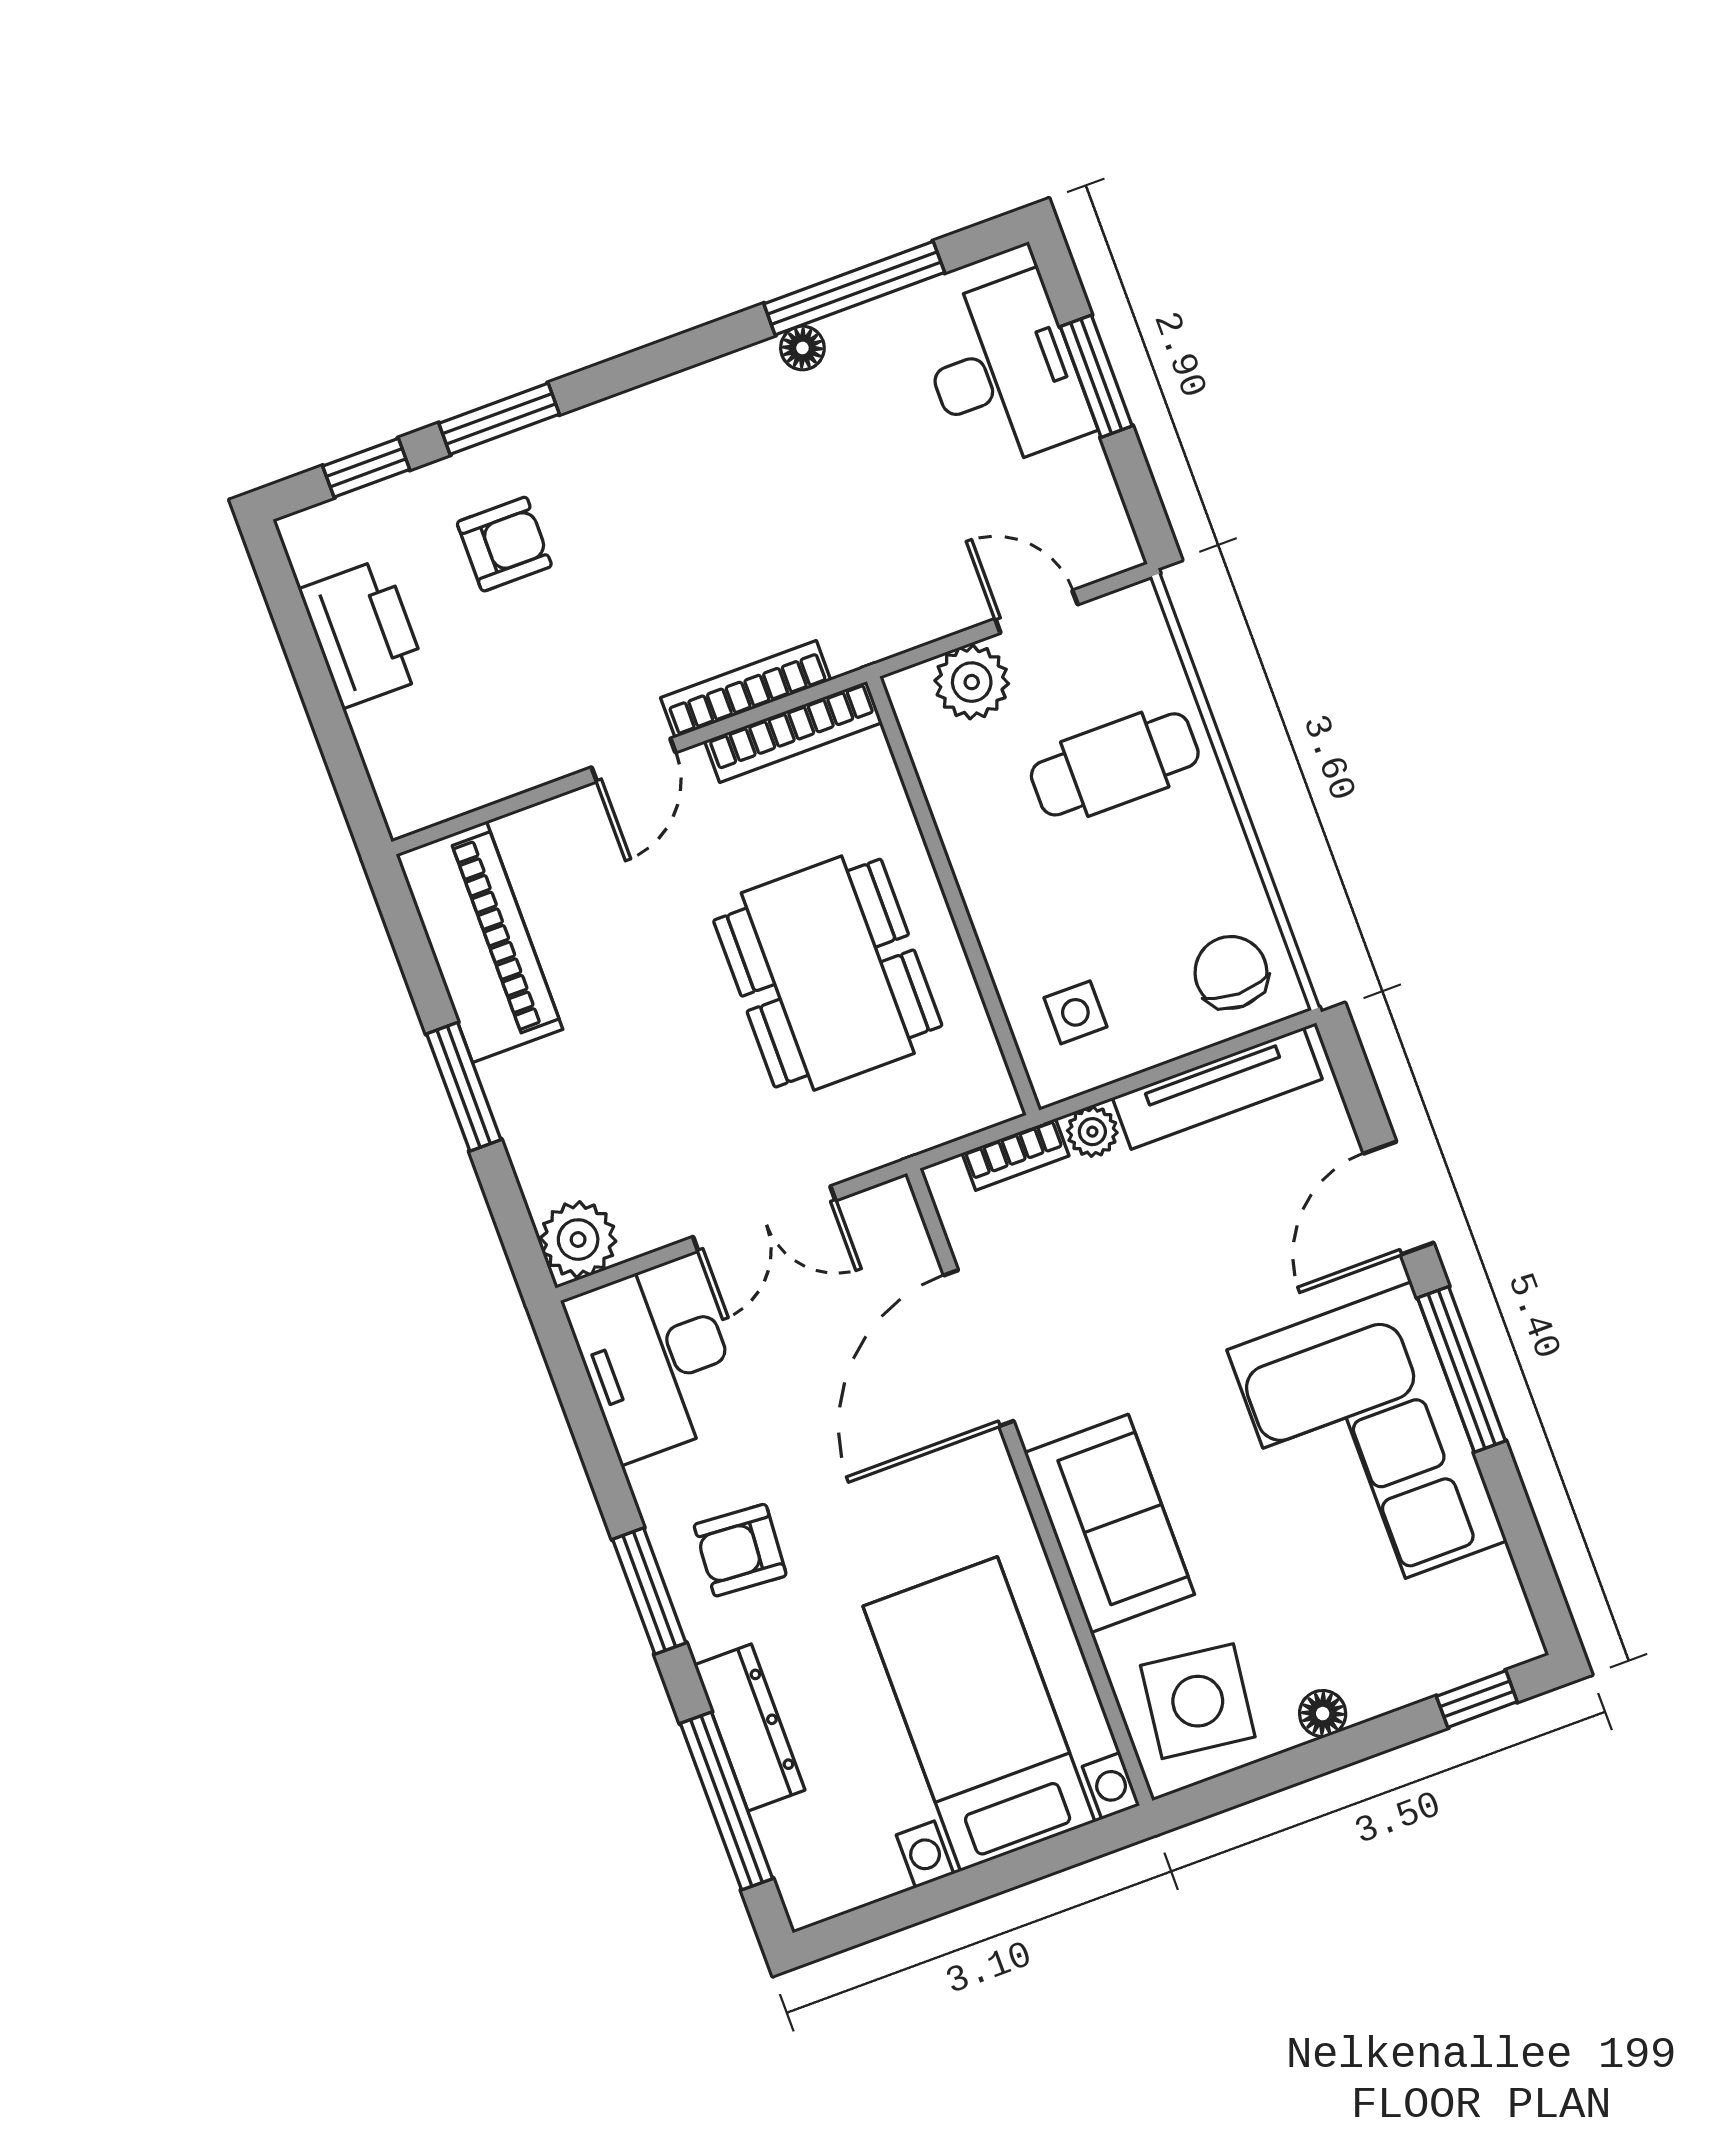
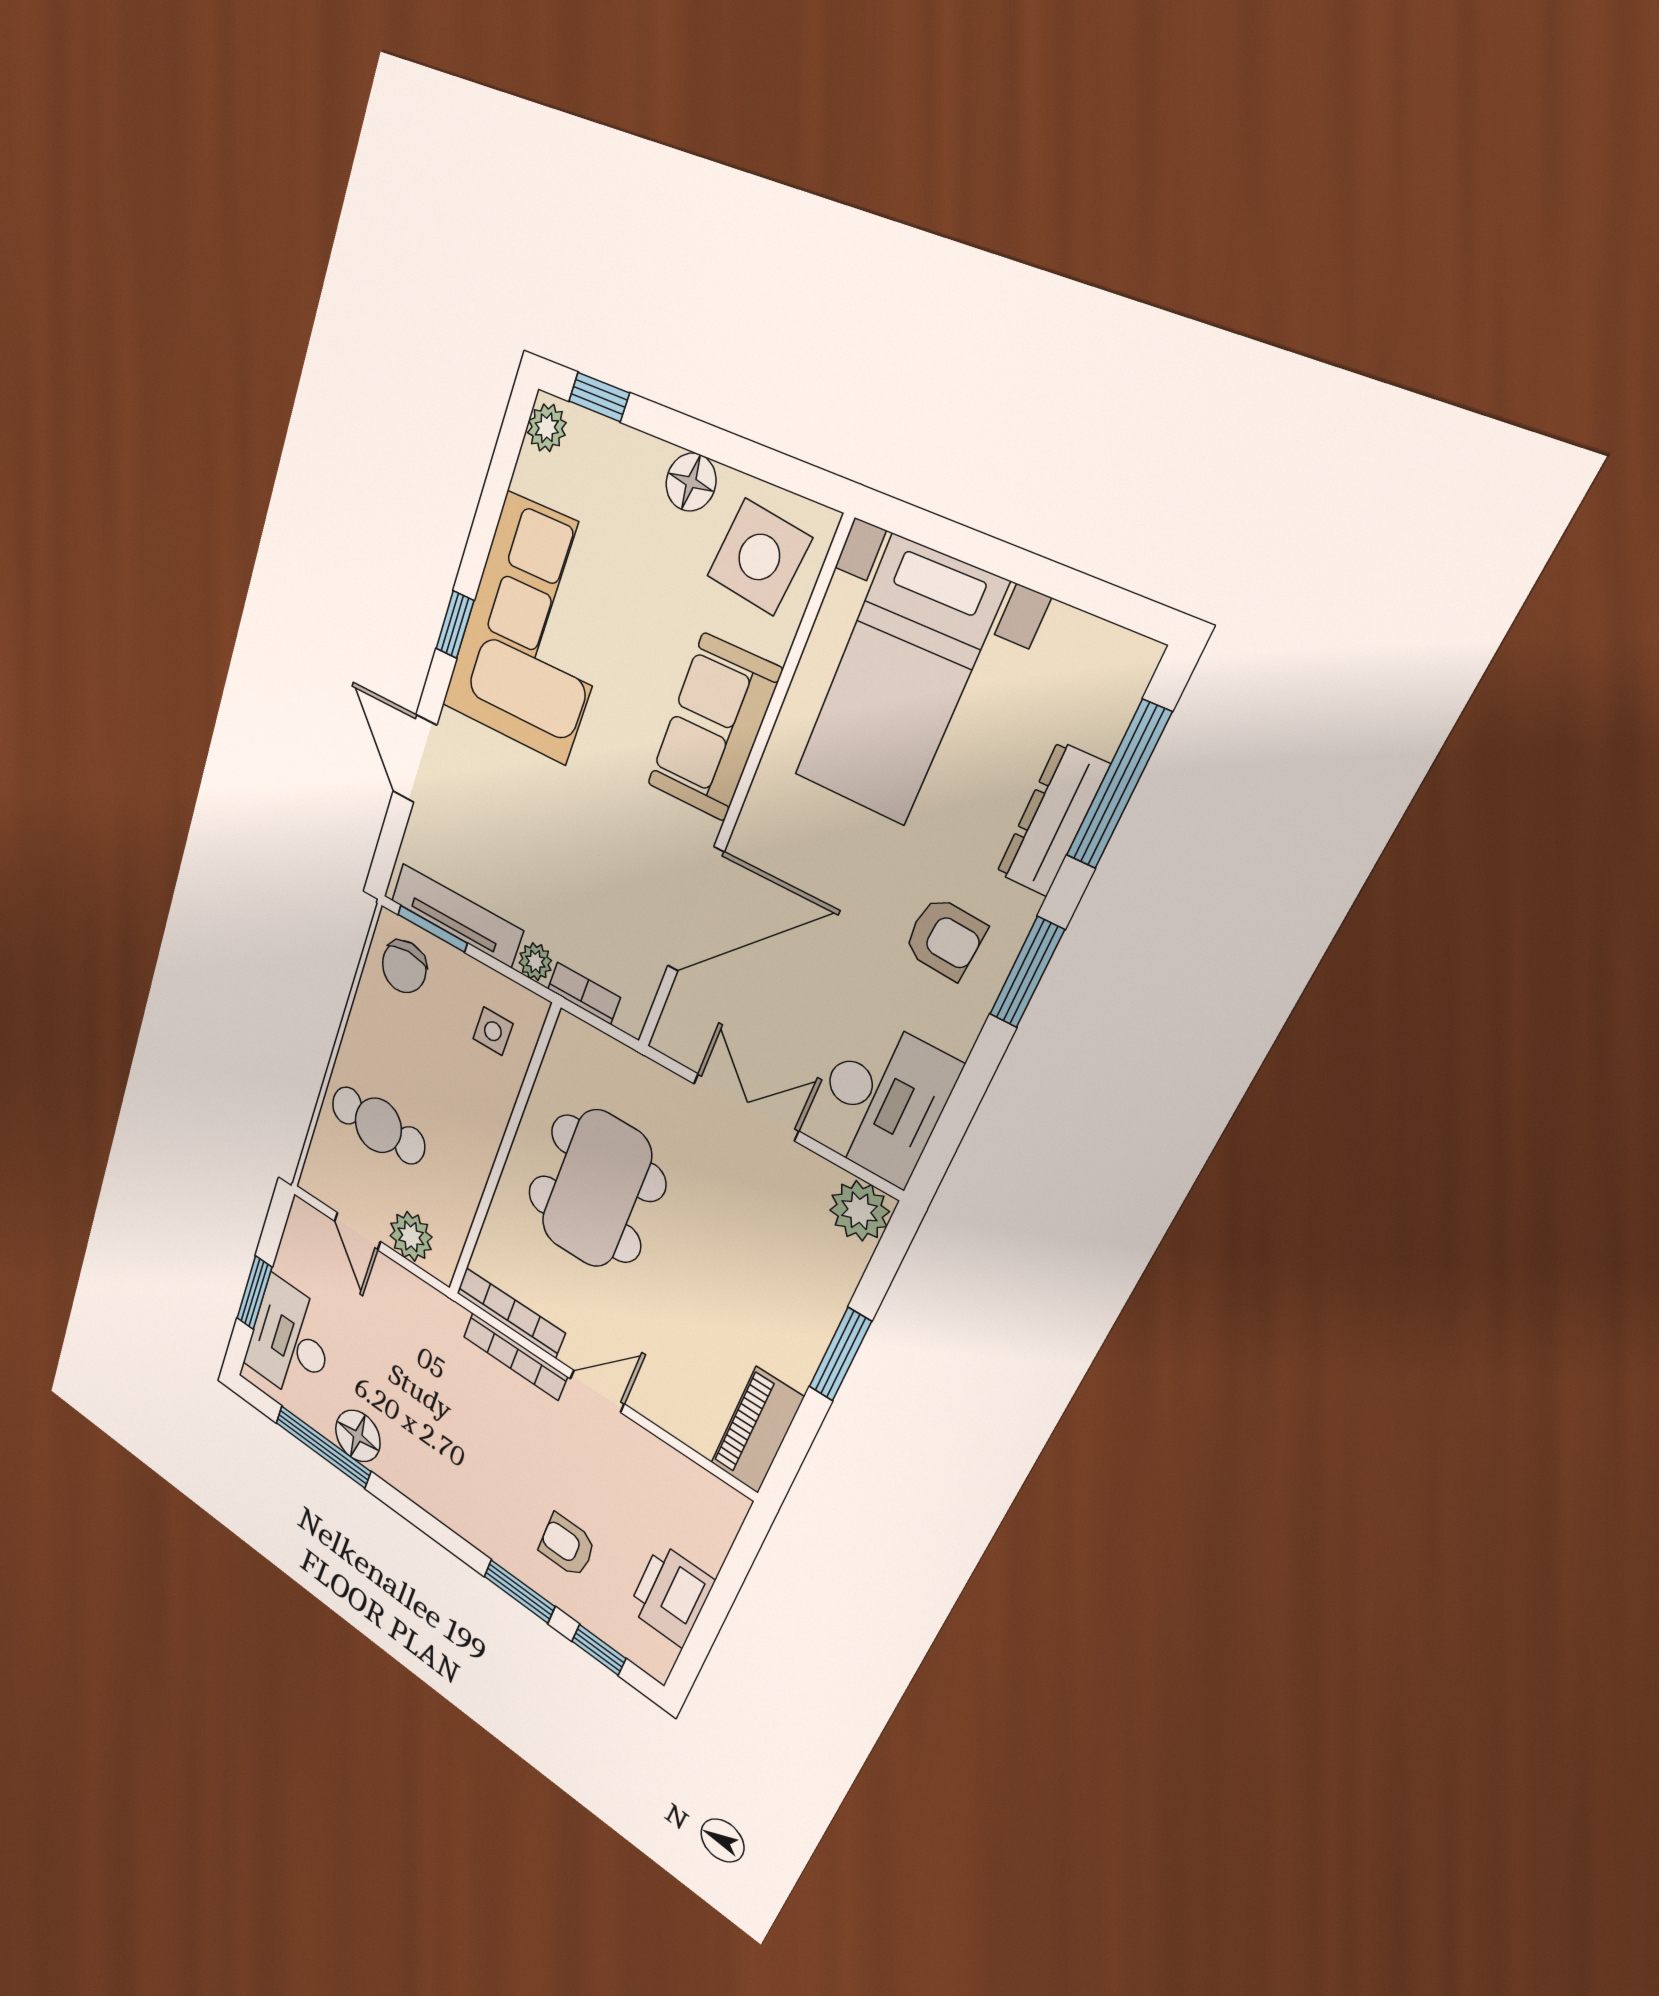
floor lamp: (802, 348) -> (358, 1436), width x1.89, depth x1.89
piano: (479, 942) -> (757, 1430), width x0.73, depth x0.75
window: (1233, 1046) -> (432, 929), added
door: (1399, 1198) -> (415, 759), swing flipped
window: (1462, 1369) -> (455, 625), width x0.46
plant: (1510, 1629) -> (547, 428), added
floor lamp: (1323, 1714) -> (691, 482), width x1.37, depth x1.37

